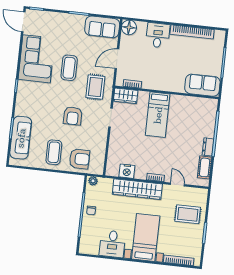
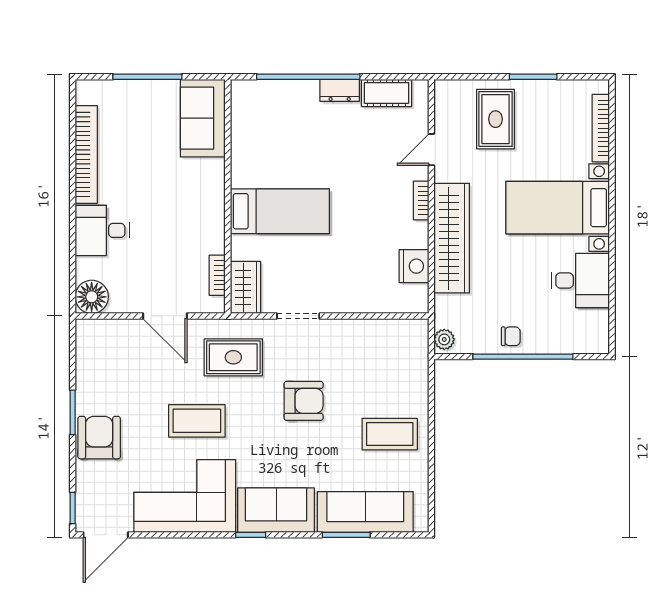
sofa: (102, 27) -> (276, 510), moved, turned -90
armchair: (79, 159) -> (99, 438), moved

